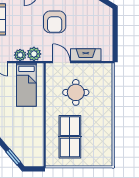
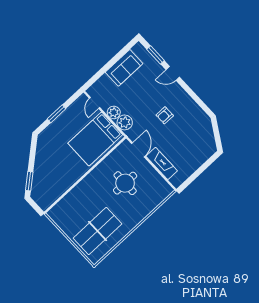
armchair: (55, 22) -> (165, 115), width x0.53, depth x0.53
bed: (26, 85) -> (95, 139), width x1.50
table tennis table: (70, 137) -> (98, 231), moved

